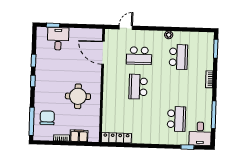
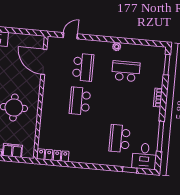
school desk: (139, 56) -> (83, 67), turned -90
school desk: (178, 57) -> (126, 71), turned -90
school desk: (176, 119) -> (120, 139), turned 180

